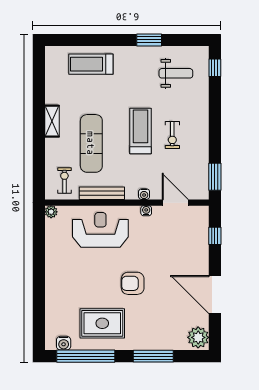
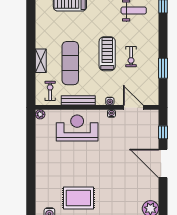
shelving: (52, 121) -> (41, 61), moved
window: (215, 177) -> (163, 68), moved
armchair: (133, 283) -> (101, 168), removed
door: (215, 295) -> (163, 164), moved

